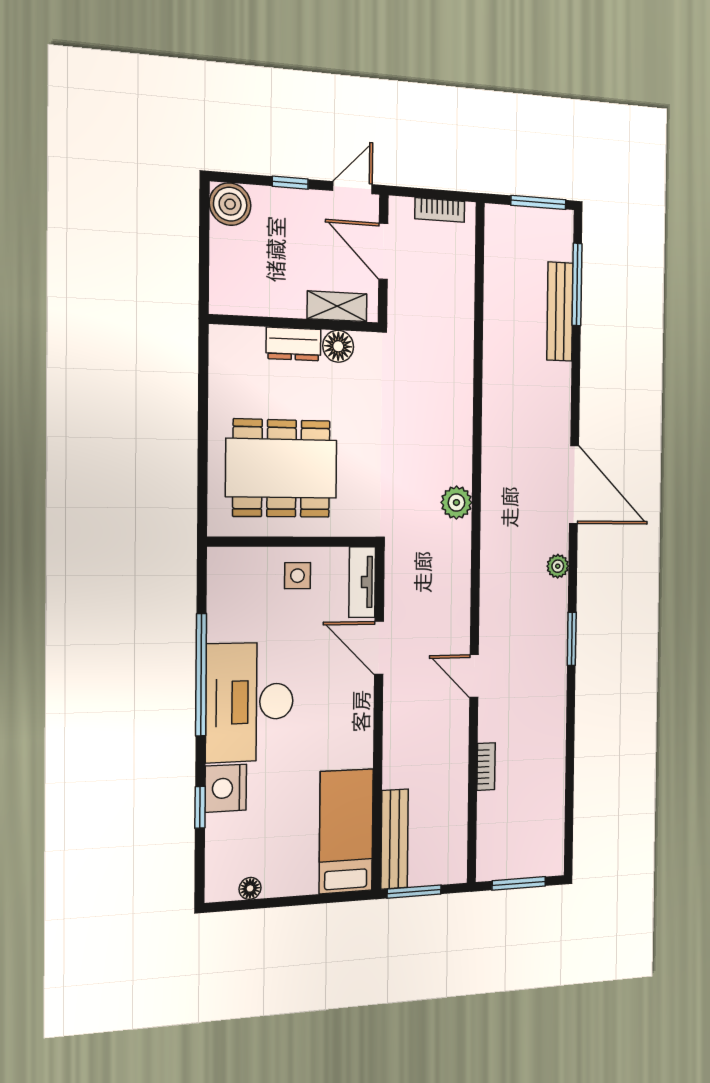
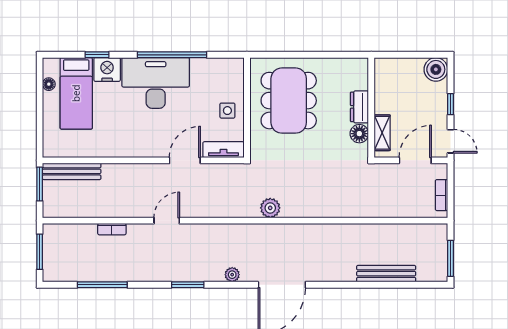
window: (577, 284) -> (102, 285), moved
bed: (346, 831) -> (76, 93), moved, turned 90

